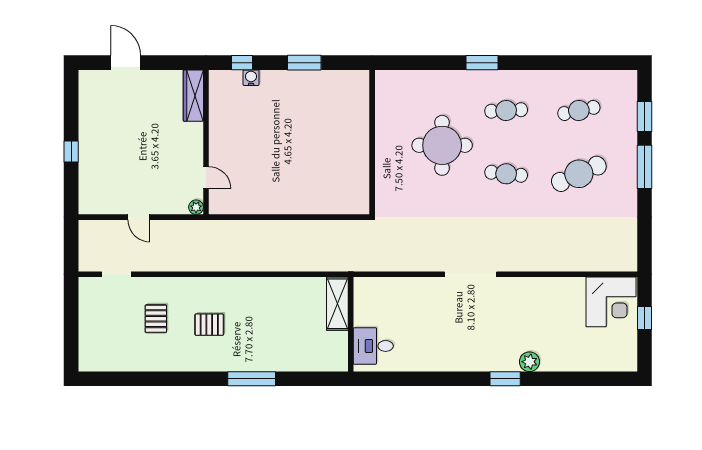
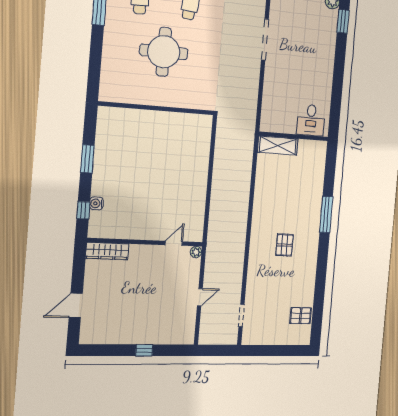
pallet: (156, 319) -> (301, 316), moved

